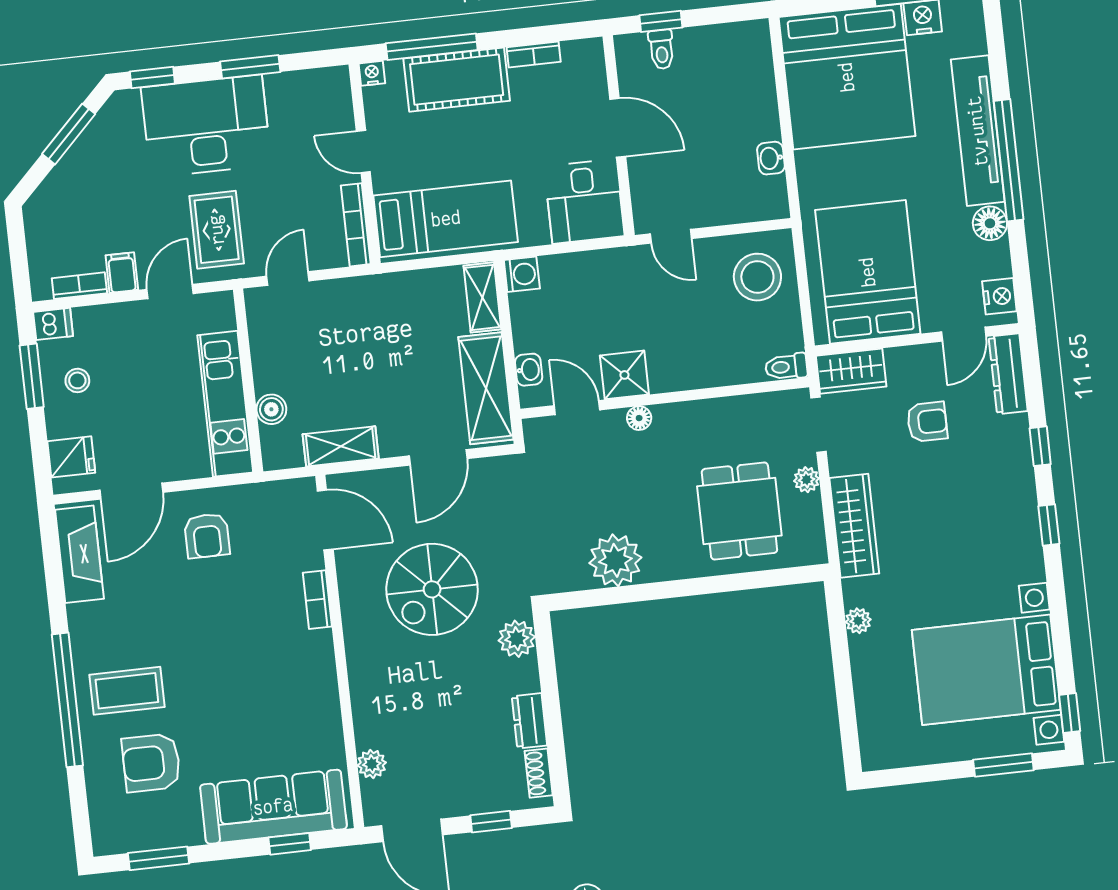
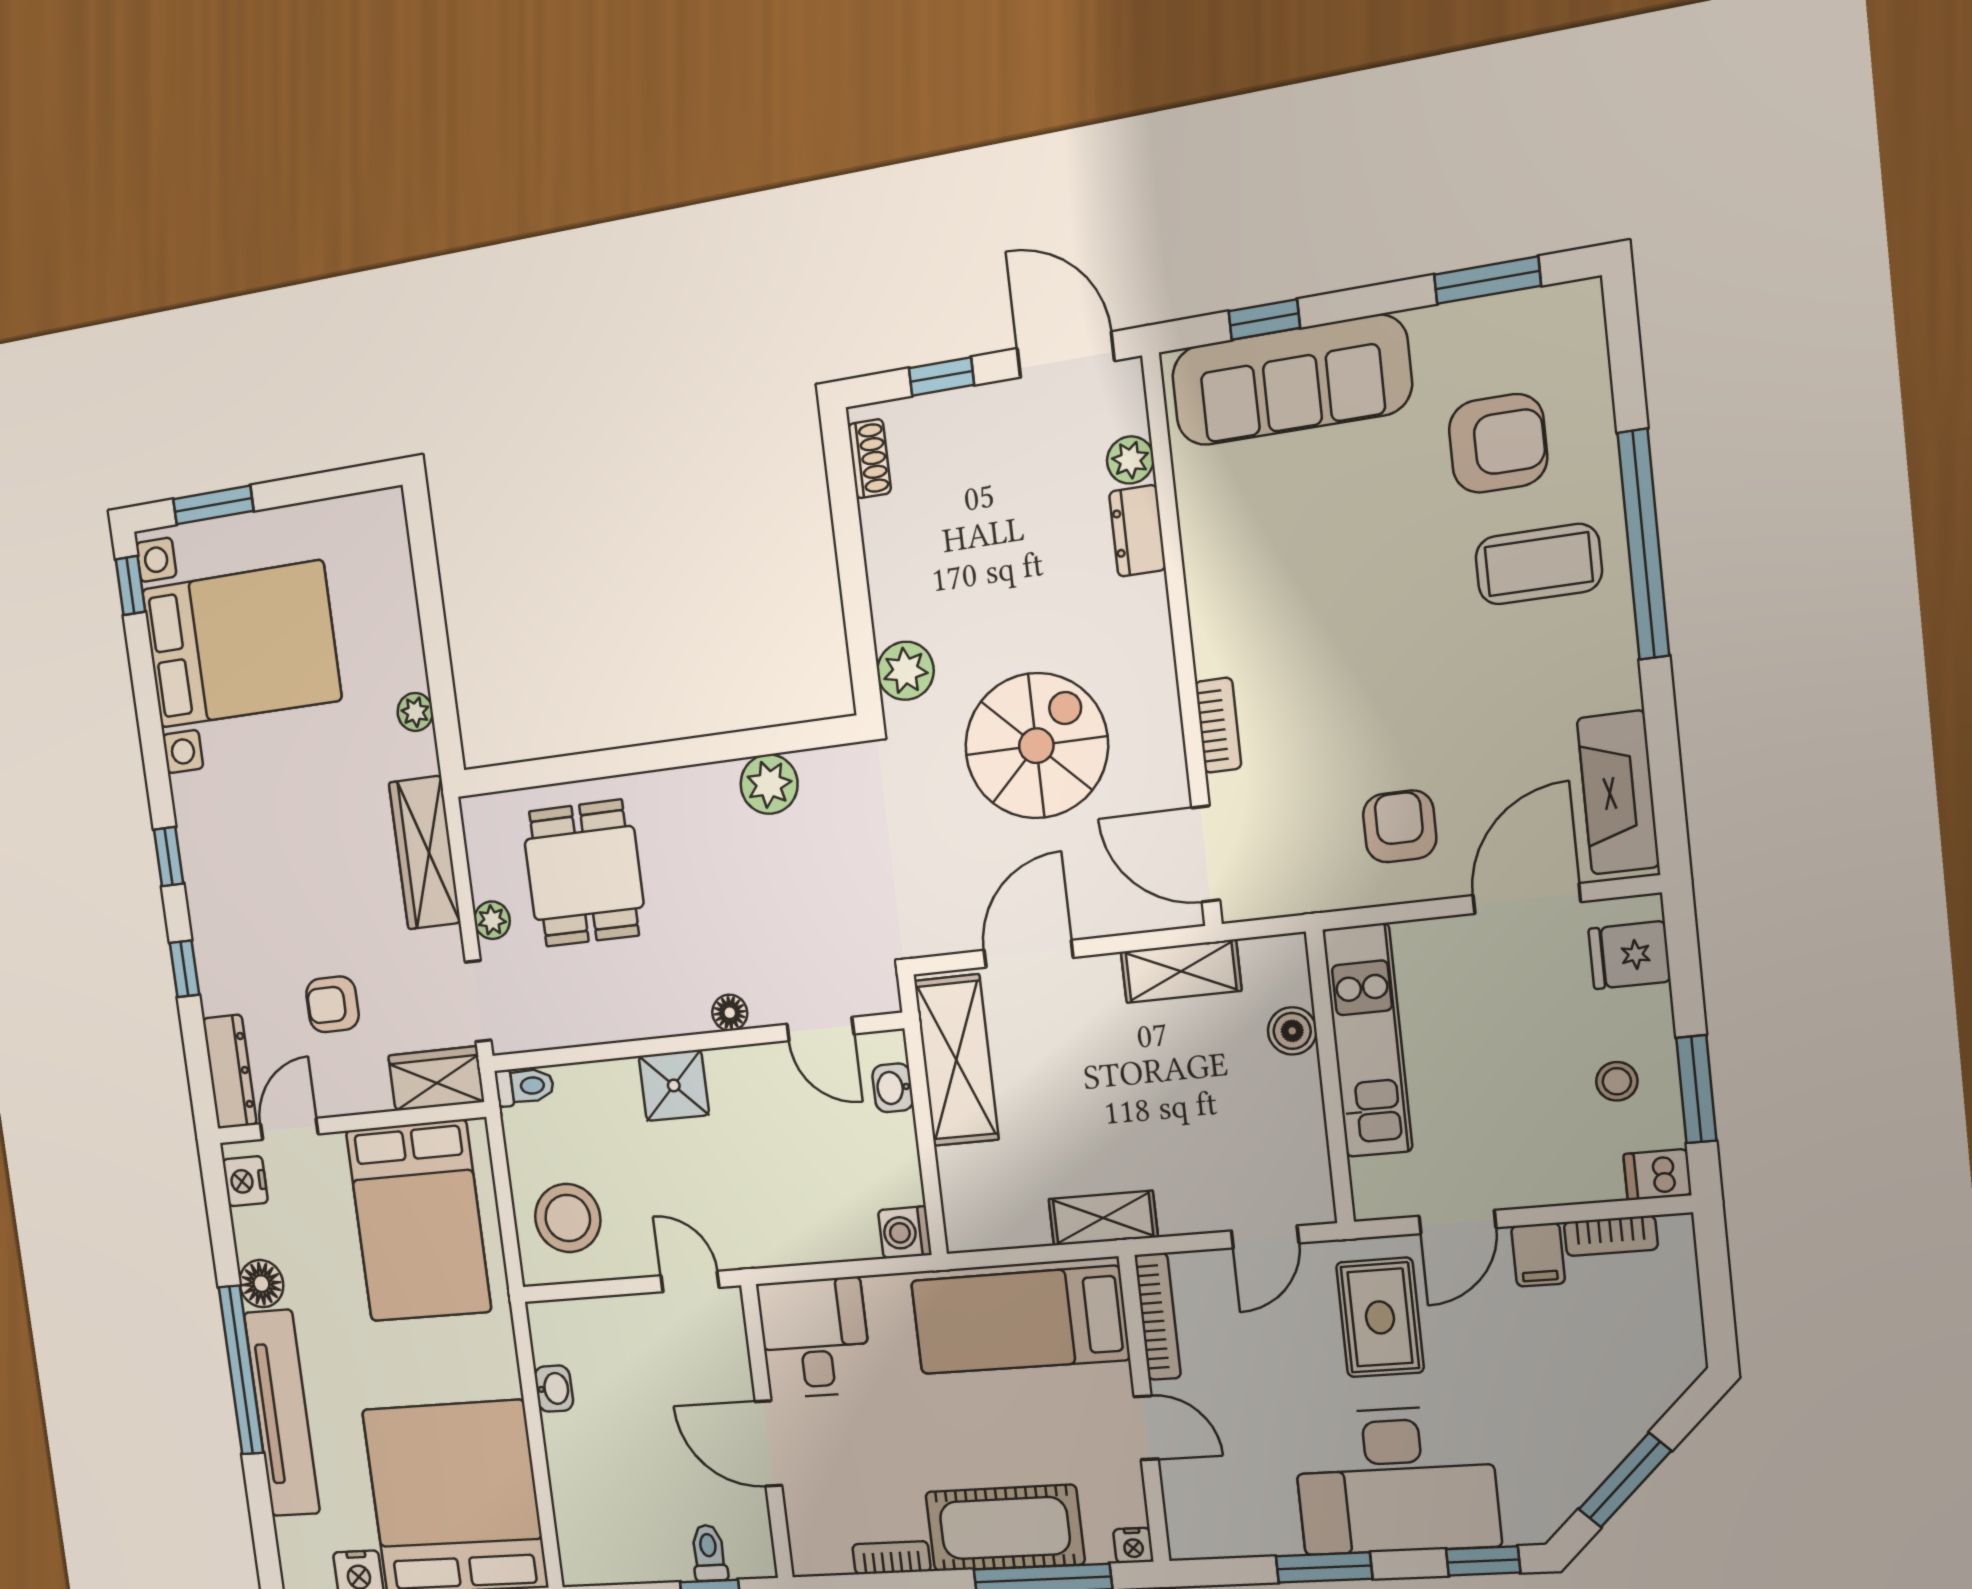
shelving: (482, 297) -> (1103, 1218), moved, turned 90
shower: (624, 375) -> (674, 1085), moved
plant: (615, 560) -> (769, 784), width x0.73, depth x0.73
dresser: (529, 721) -> (1137, 531), moved, turned 180

